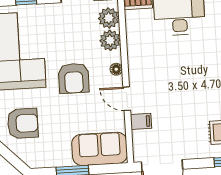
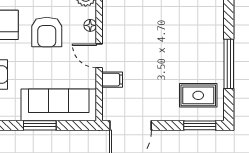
sofa: (100, 149) -> (59, 105), width x1.36

